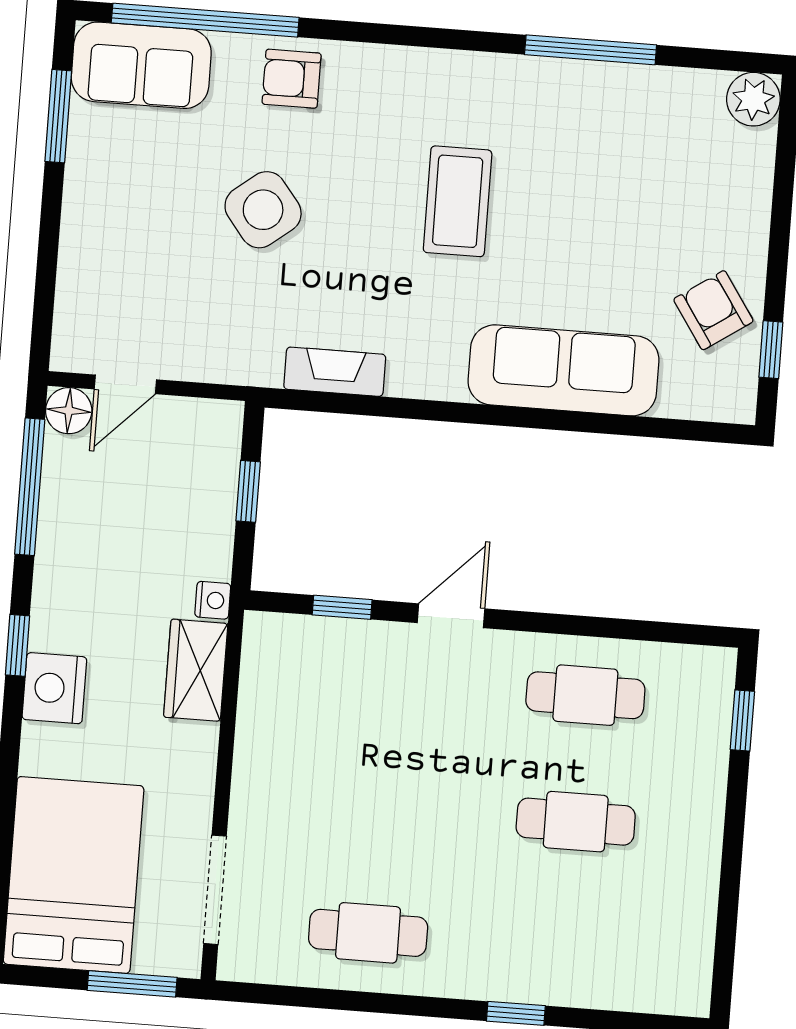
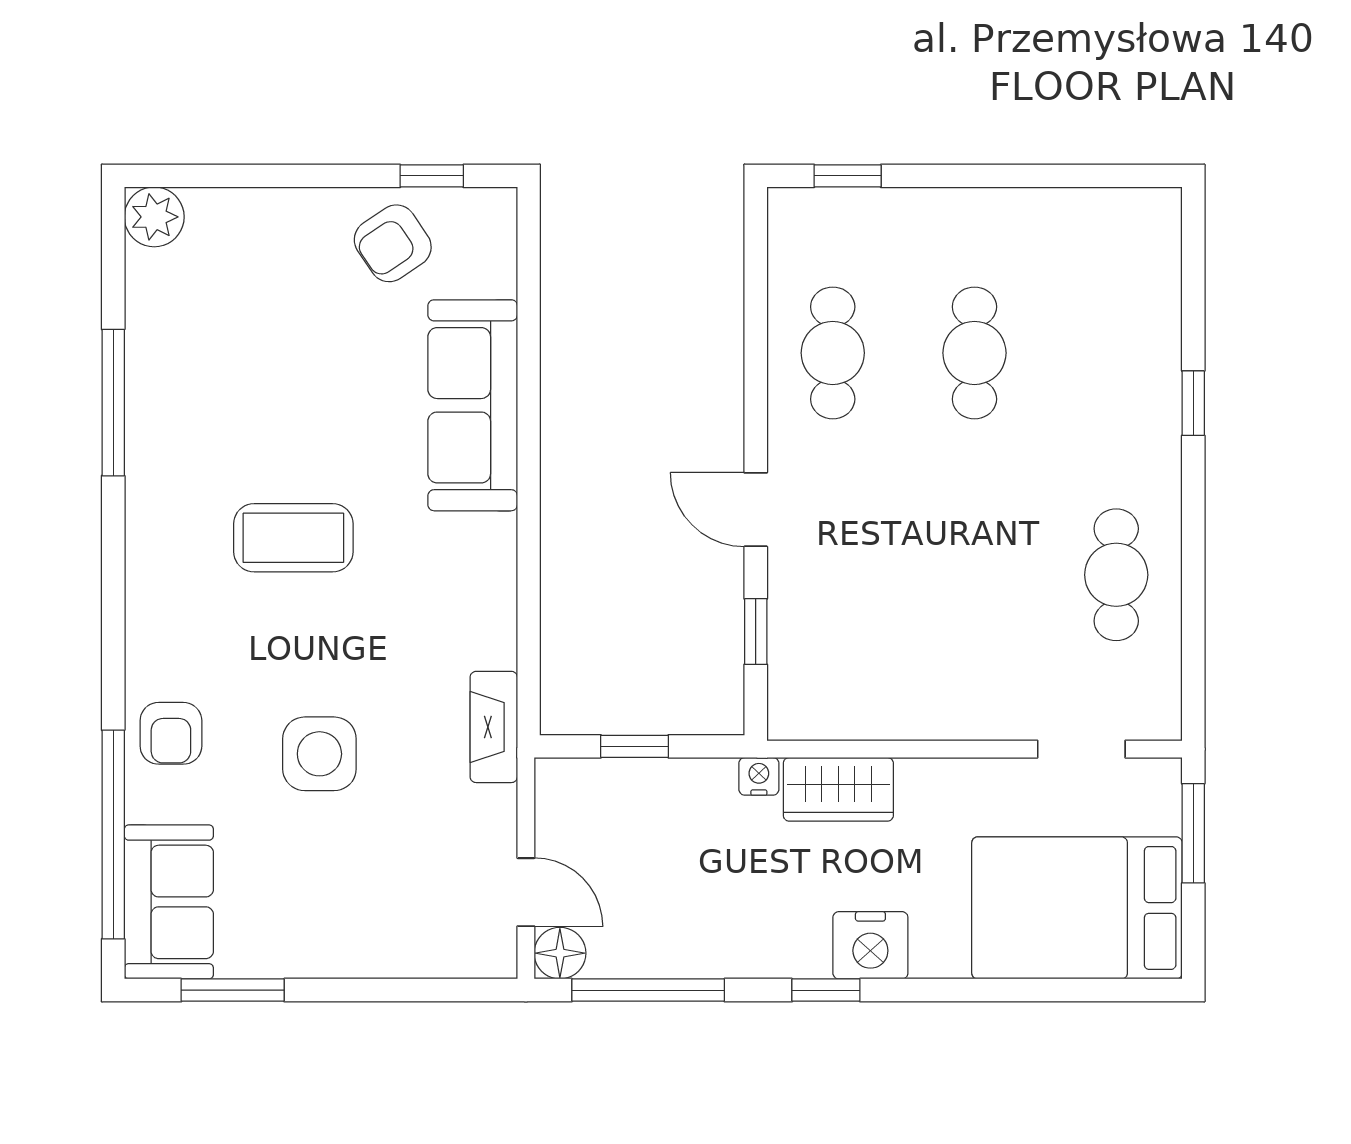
side table: (263, 210) -> (319, 754), turned 38
fireplace: (335, 372) -> (494, 727), moved
doorway: (215, 890) -> (1081, 749), width x0.73

